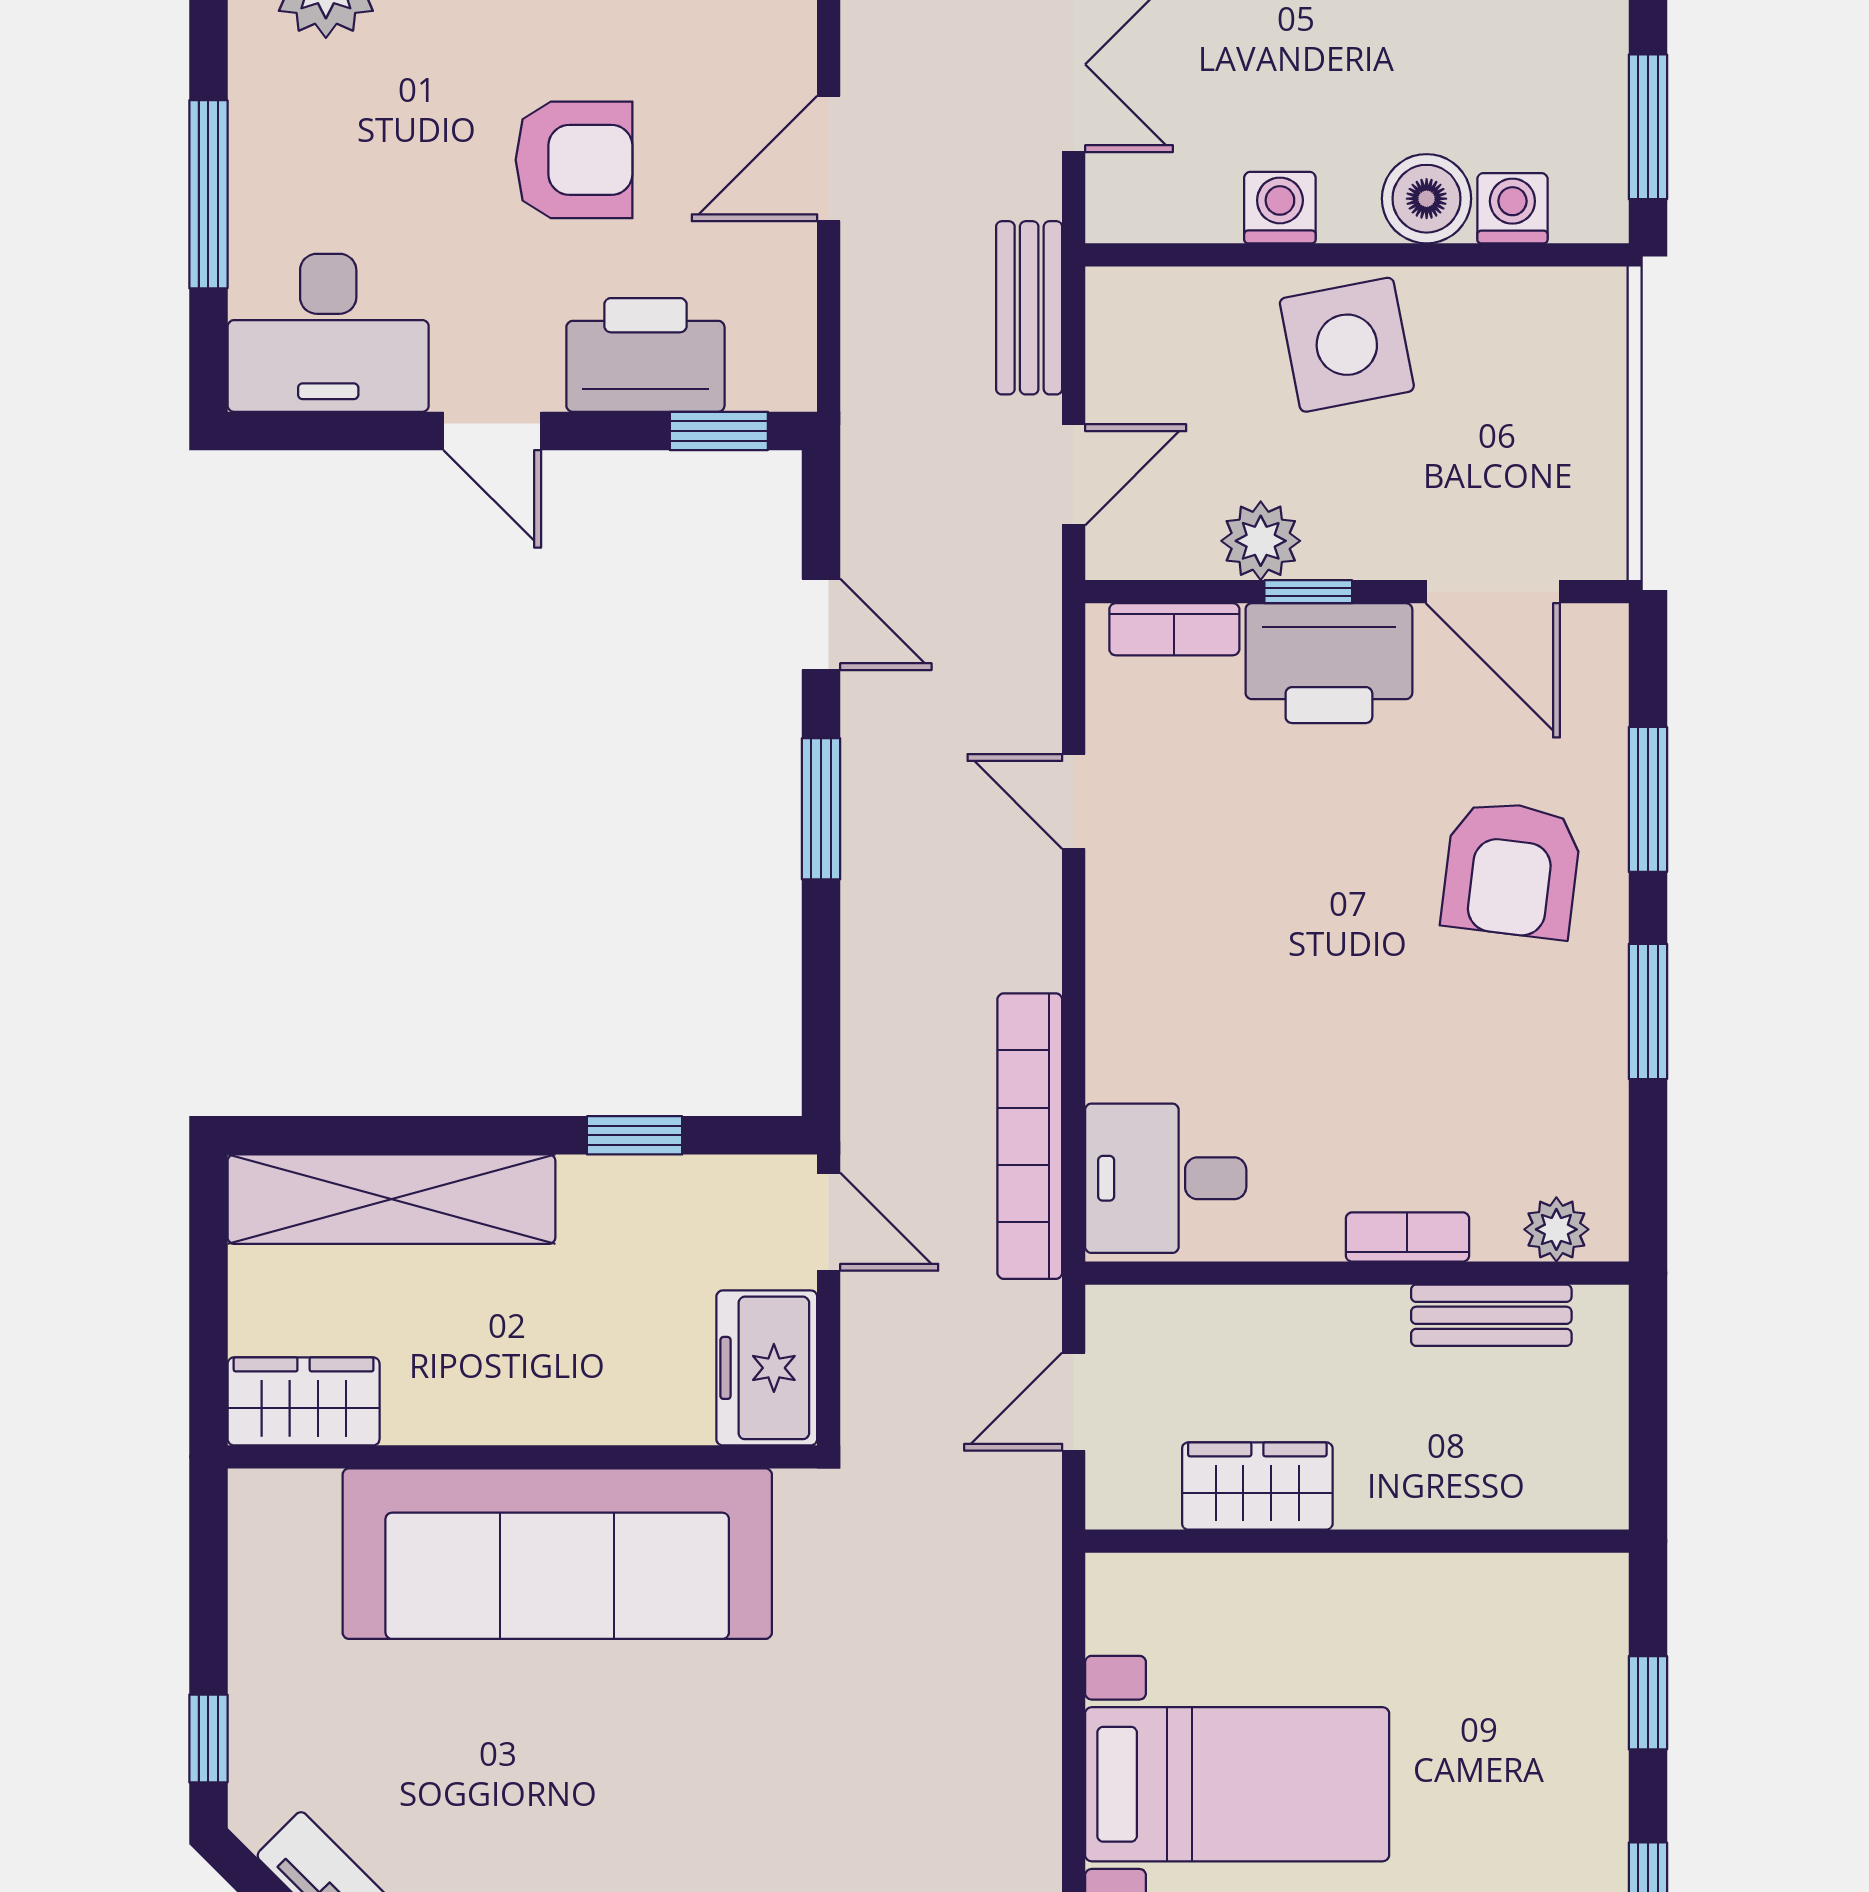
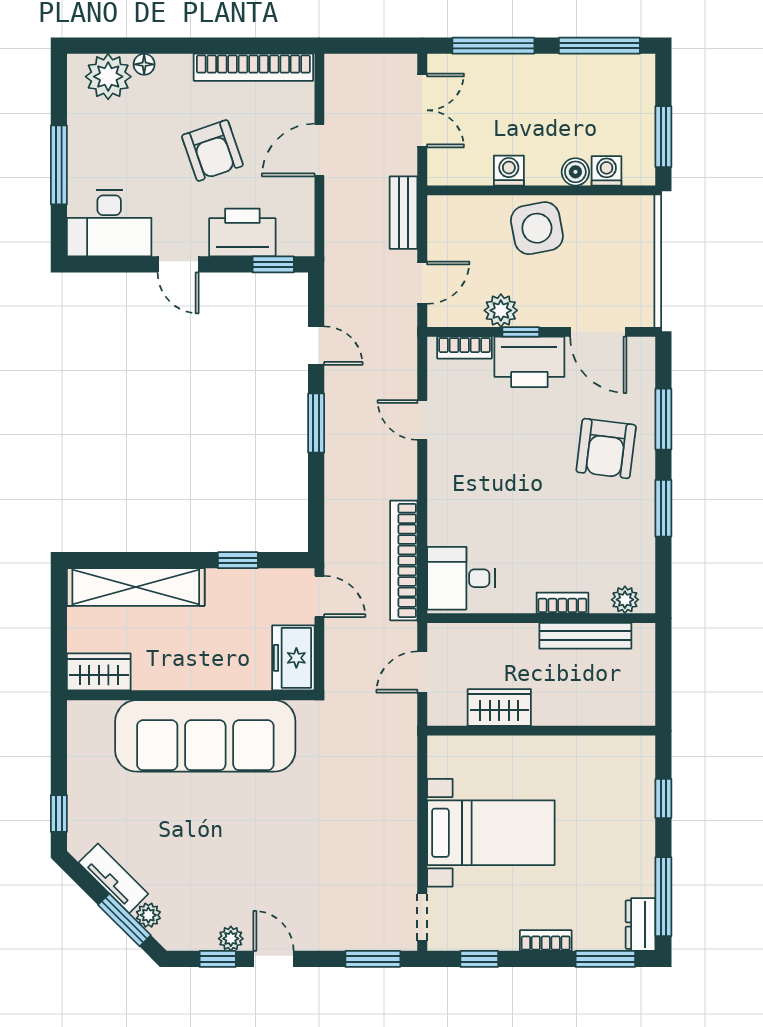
armchair: (574, 160) -> (212, 151), turned 71
boiler: (1427, 199) -> (575, 172), width x0.73, depth x0.73
bench: (1491, 1315) -> (585, 636), width x1.36

